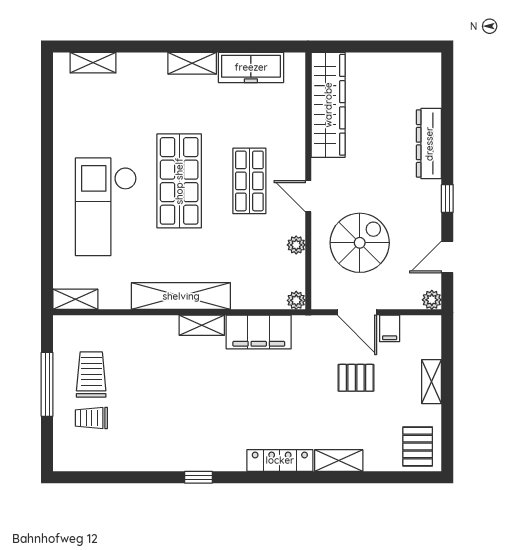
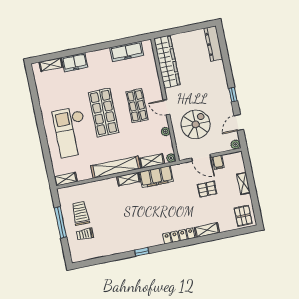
shelving: (192, 63) -> (152, 161), moved
freezer: (142, 68) -> (75, 62), added
dresser: (429, 144) -> (213, 44), moved

